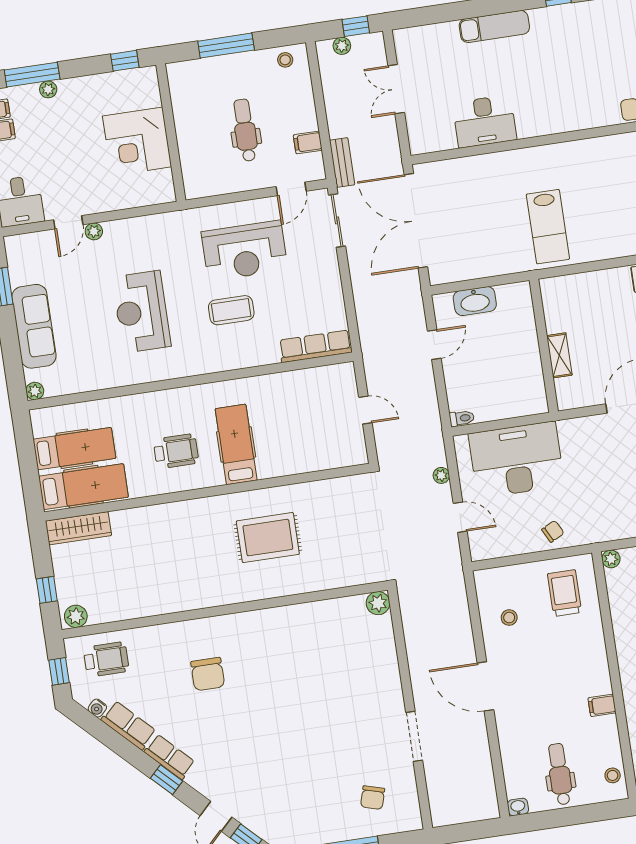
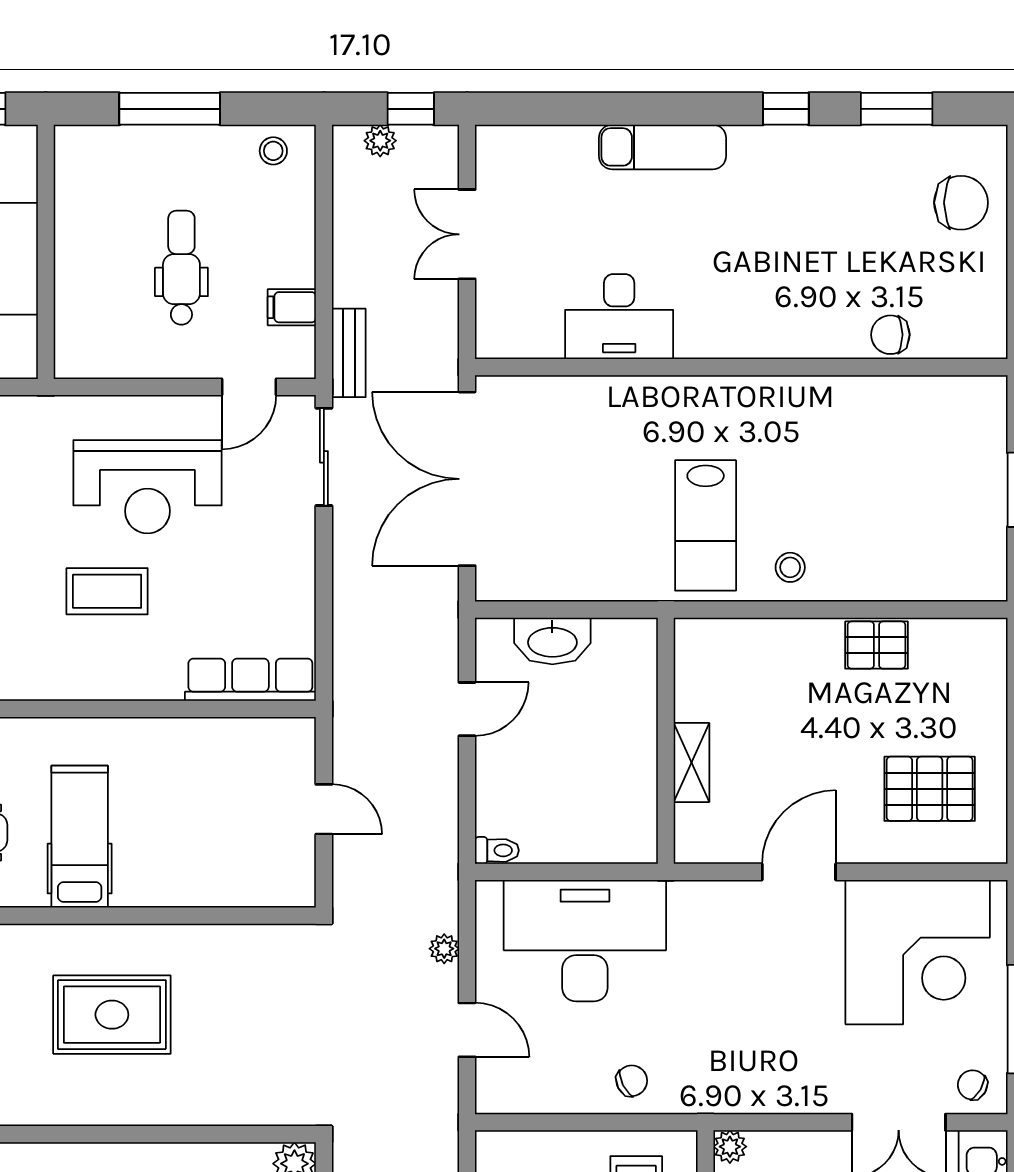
stool: (597, 242) -> (790, 567), added

